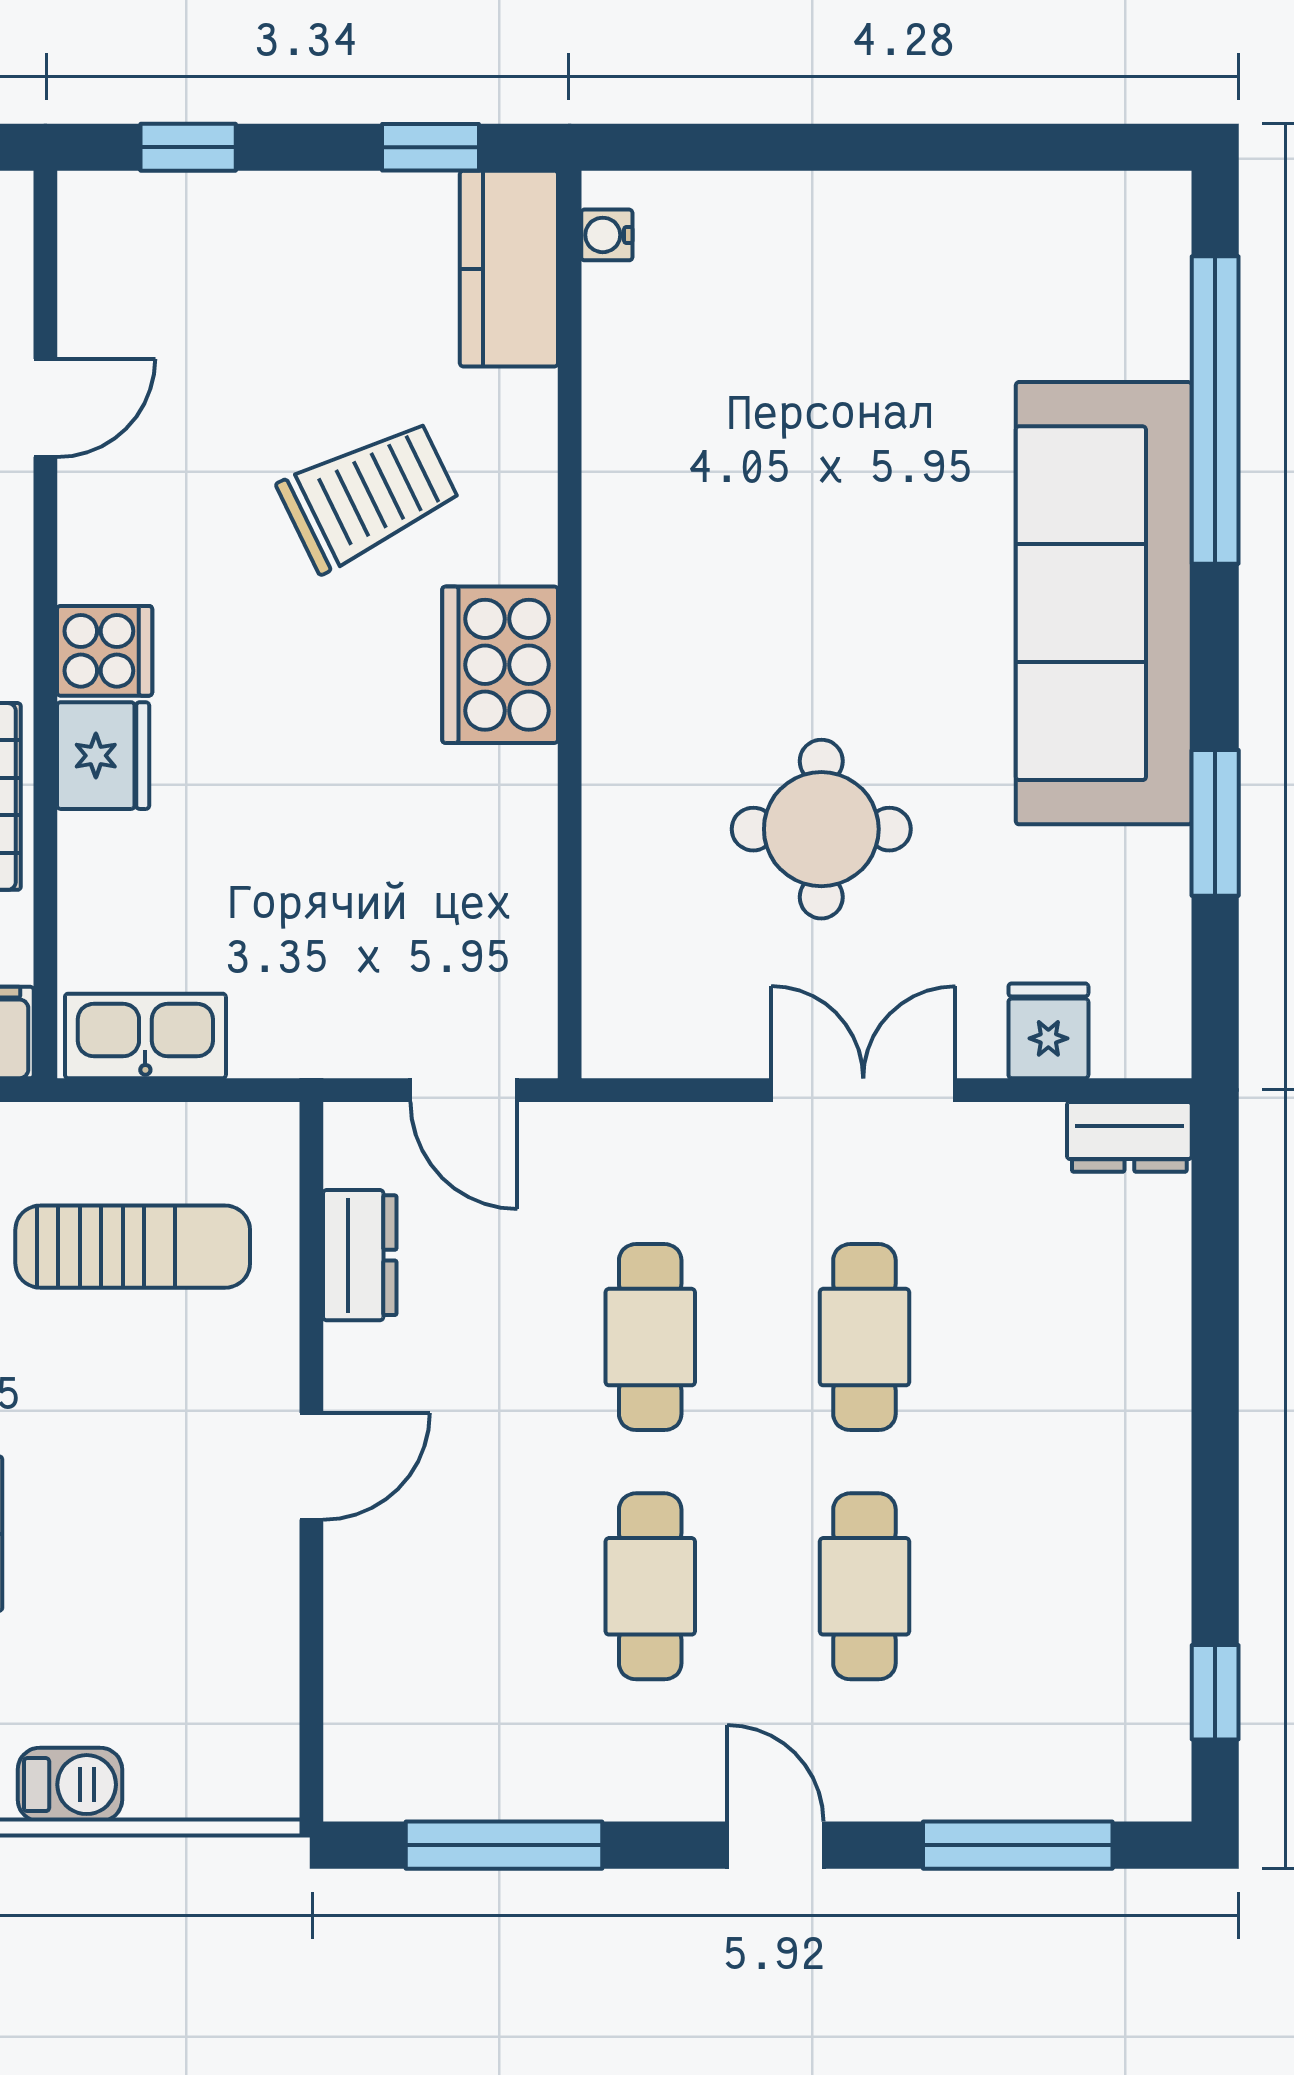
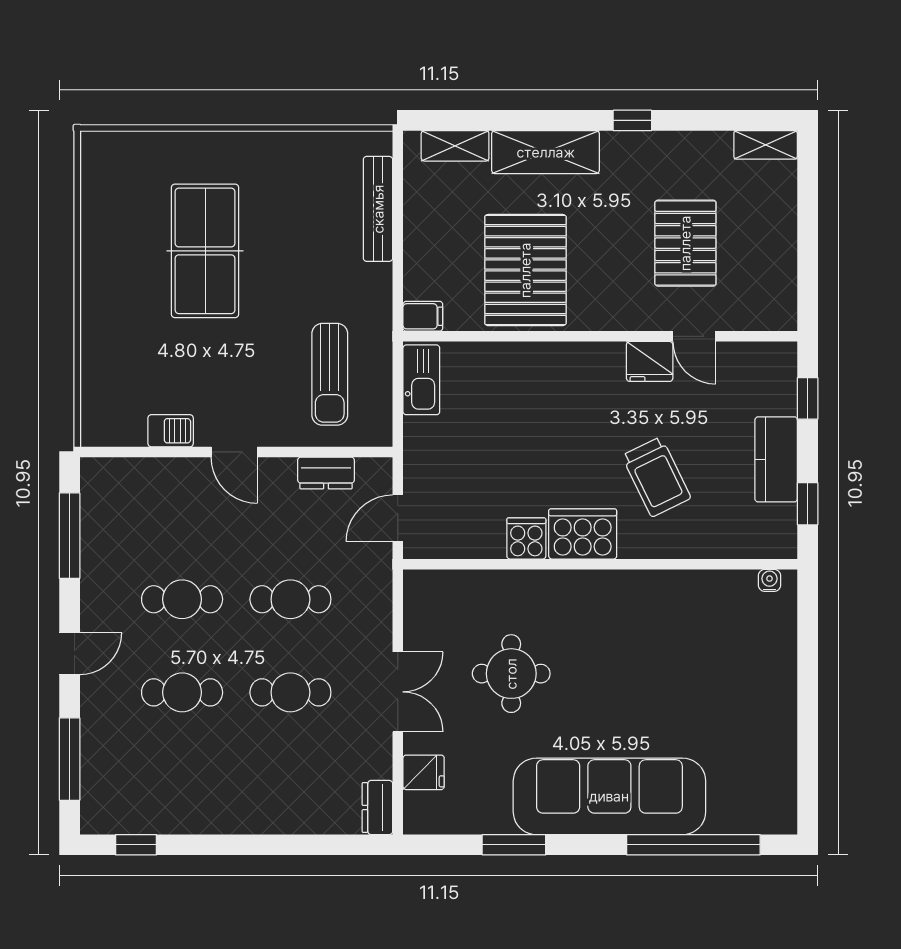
kitchen counter: (509, 269) -> (776, 459), moved, turned -90
cooker: (105, 651) -> (526, 538), moved, turned 180
fridge: (103, 756) -> (650, 361), moved
barbecue: (70, 1785) -> (171, 431), moved, turned -90

